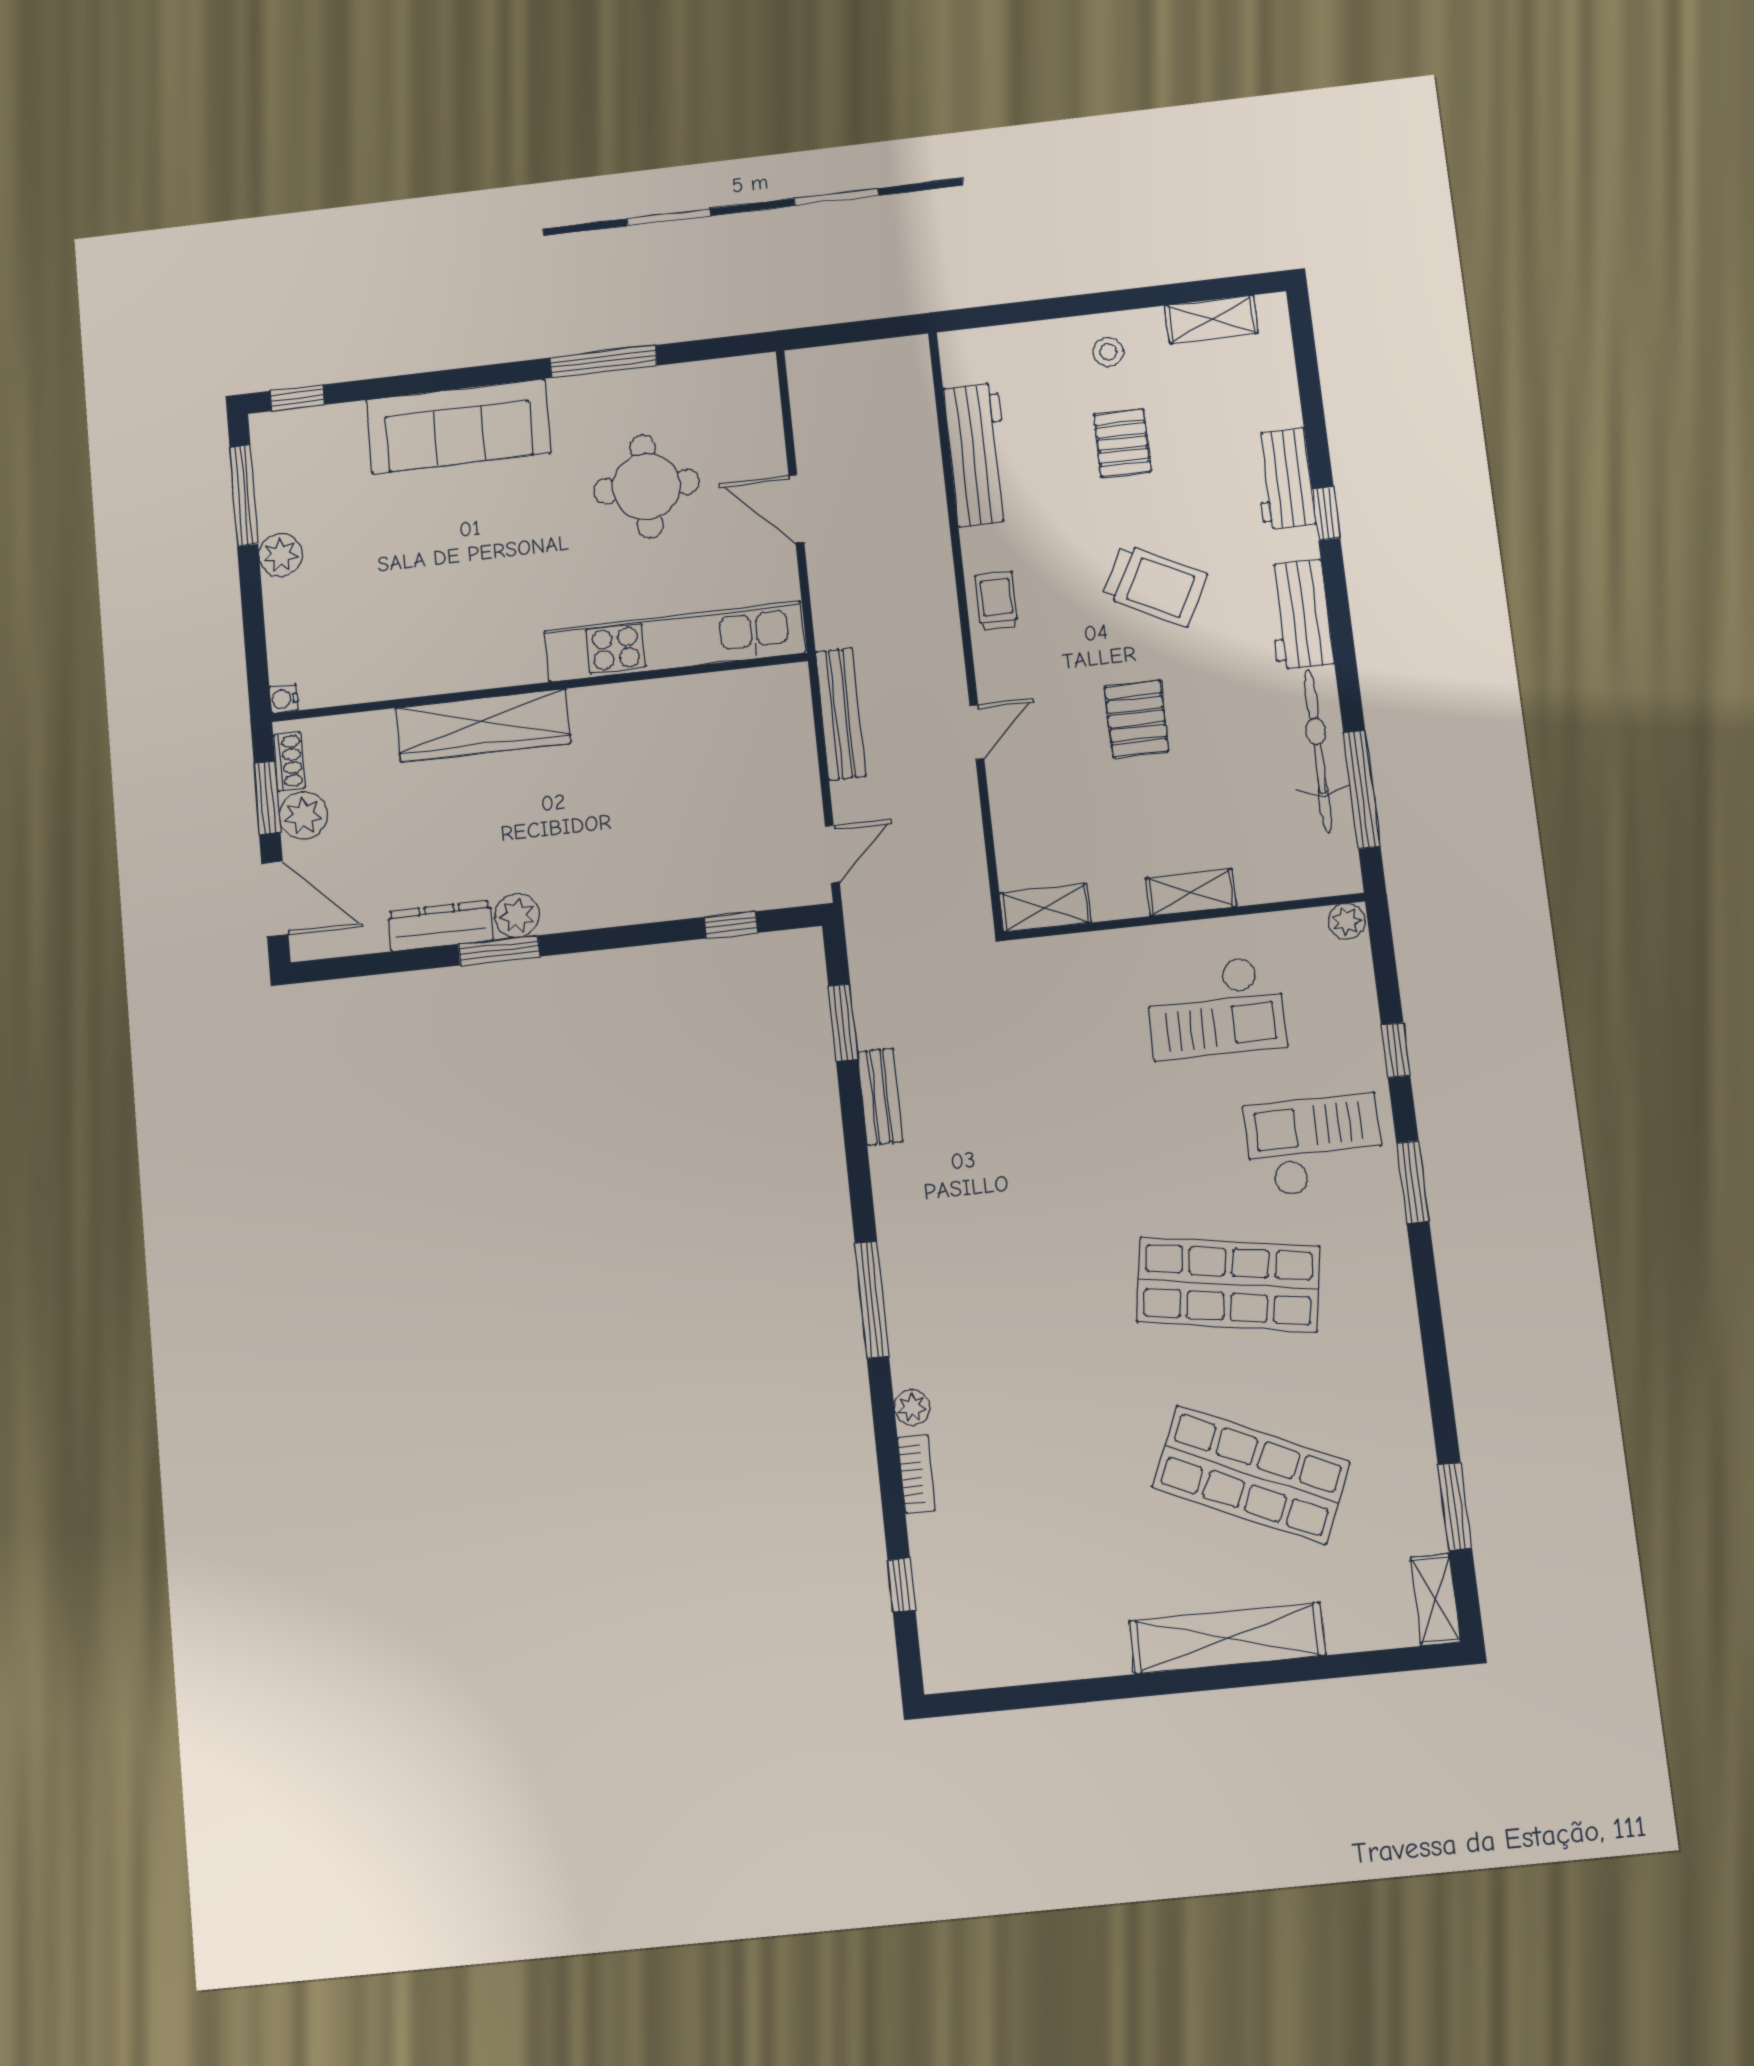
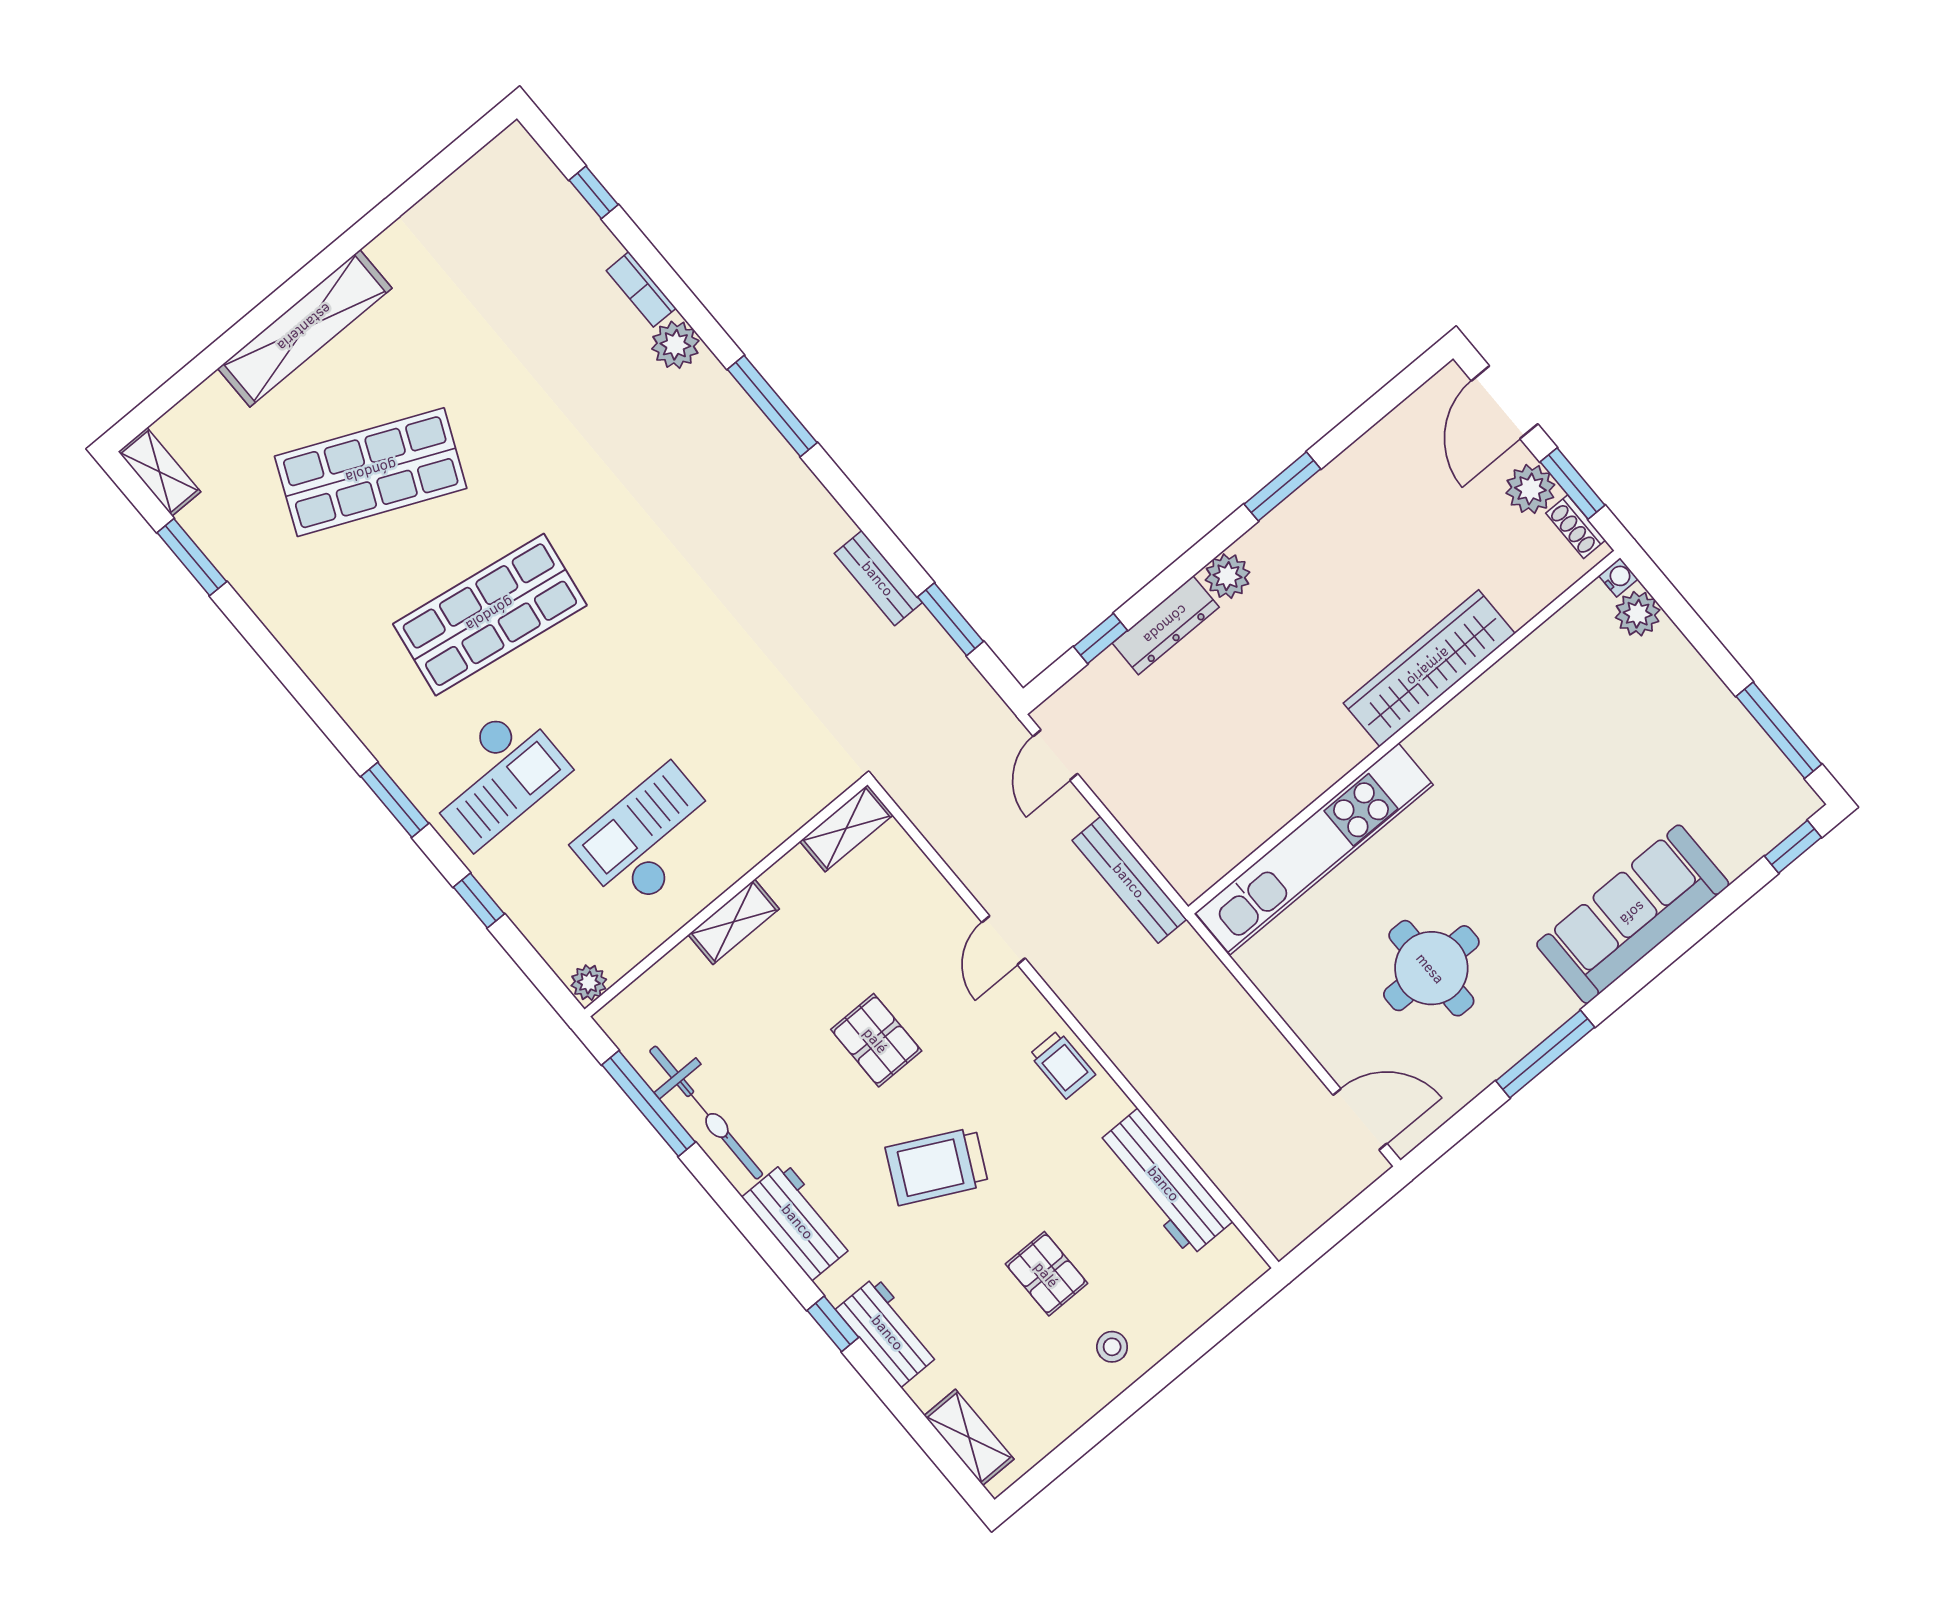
shelving: (1211, 319) -> (969, 1437), moved, turned 90
door: (796, 509) -> (1360, 1119), moved
plant: (281, 555) -> (1638, 614), moved
door: (275, 899) -> (1505, 402), hinge flipped
plant: (517, 915) -> (1227, 576), moved
dresser: (440, 926) -> (1166, 625), moved
plant: (912, 1408) -> (675, 345), width x1.38, depth x1.38

